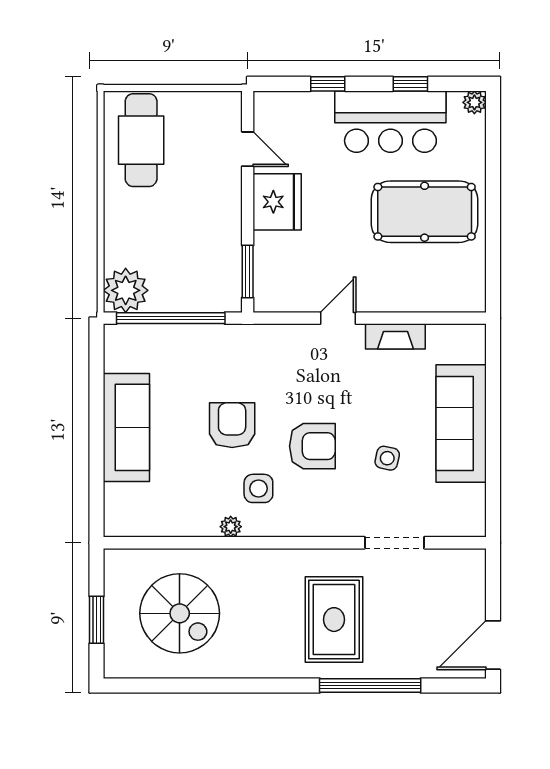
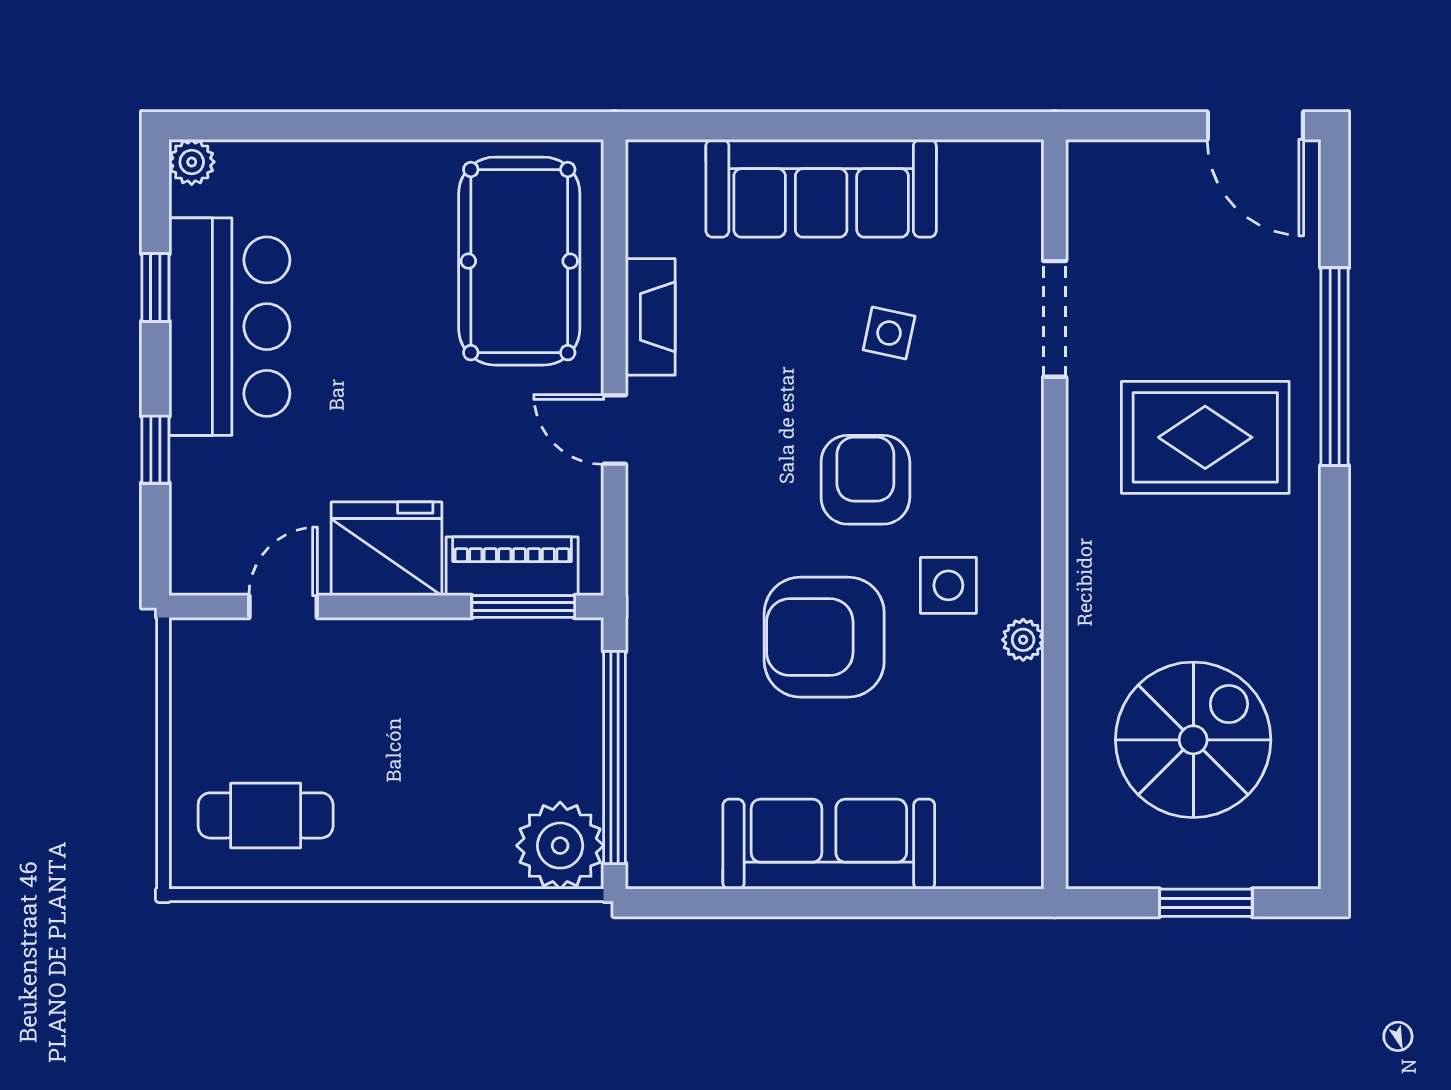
cafe table: (141, 140) -> (266, 815), width x0.73, depth x0.74
pool table: (425, 212) -> (519, 261), moved
piano: (268, 266) -> (512, 566), added
armchair: (232, 425) -> (824, 637), width x1.36, depth x1.36

